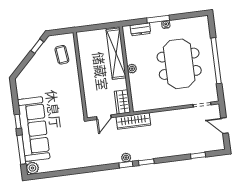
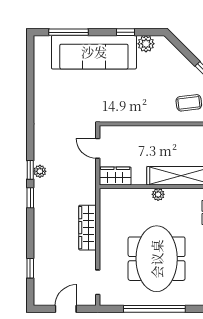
meeting table: (179, 64) -> (157, 259), turned 90
window: (18, 121) -> (125, 32), moved
wardrobe: (133, 121) -> (88, 228), moved
plant: (32, 168) -> (146, 44), moved

